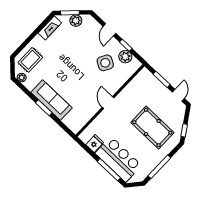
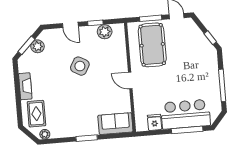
fireplace: (50, 28) -> (25, 86), moved
side table: (105, 63) -> (80, 66), moved
sofa: (52, 100) -> (115, 124), moved, width x0.73
pool table: (152, 127) -> (152, 45), moved, turned 90

